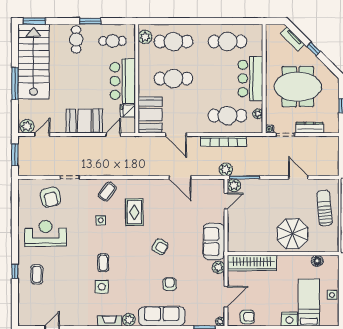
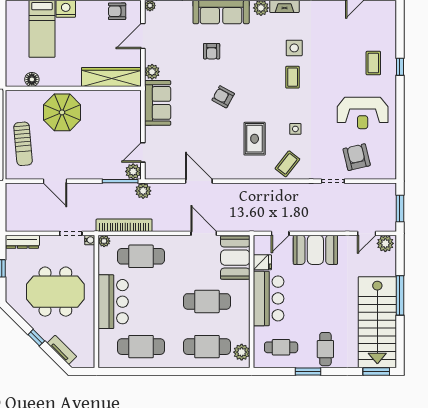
plant: (258, 114) -> (104, 241), moved
dresser: (310, 128) -> (22, 242), moved
bookcase: (223, 141) -> (124, 225), moved
side table: (332, 295) -> (14, 38), removed

